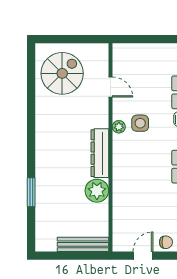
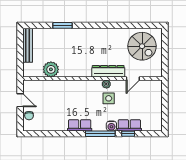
dresser: (100, 153) -> (108, 71), moved
plant: (97, 191) -> (51, 69), moved
bench: (83, 244) -> (28, 45), moved

